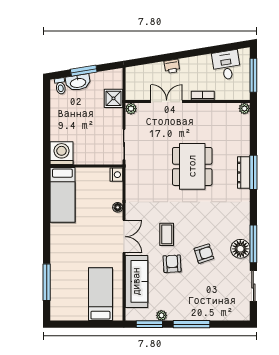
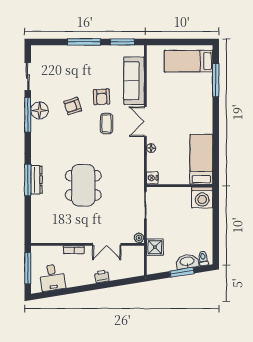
plant: (244, 108) -> (36, 238), removed
bed: (100, 294) -> (189, 61), moved, turned 90
plant: (161, 315) -> (111, 50), removed

